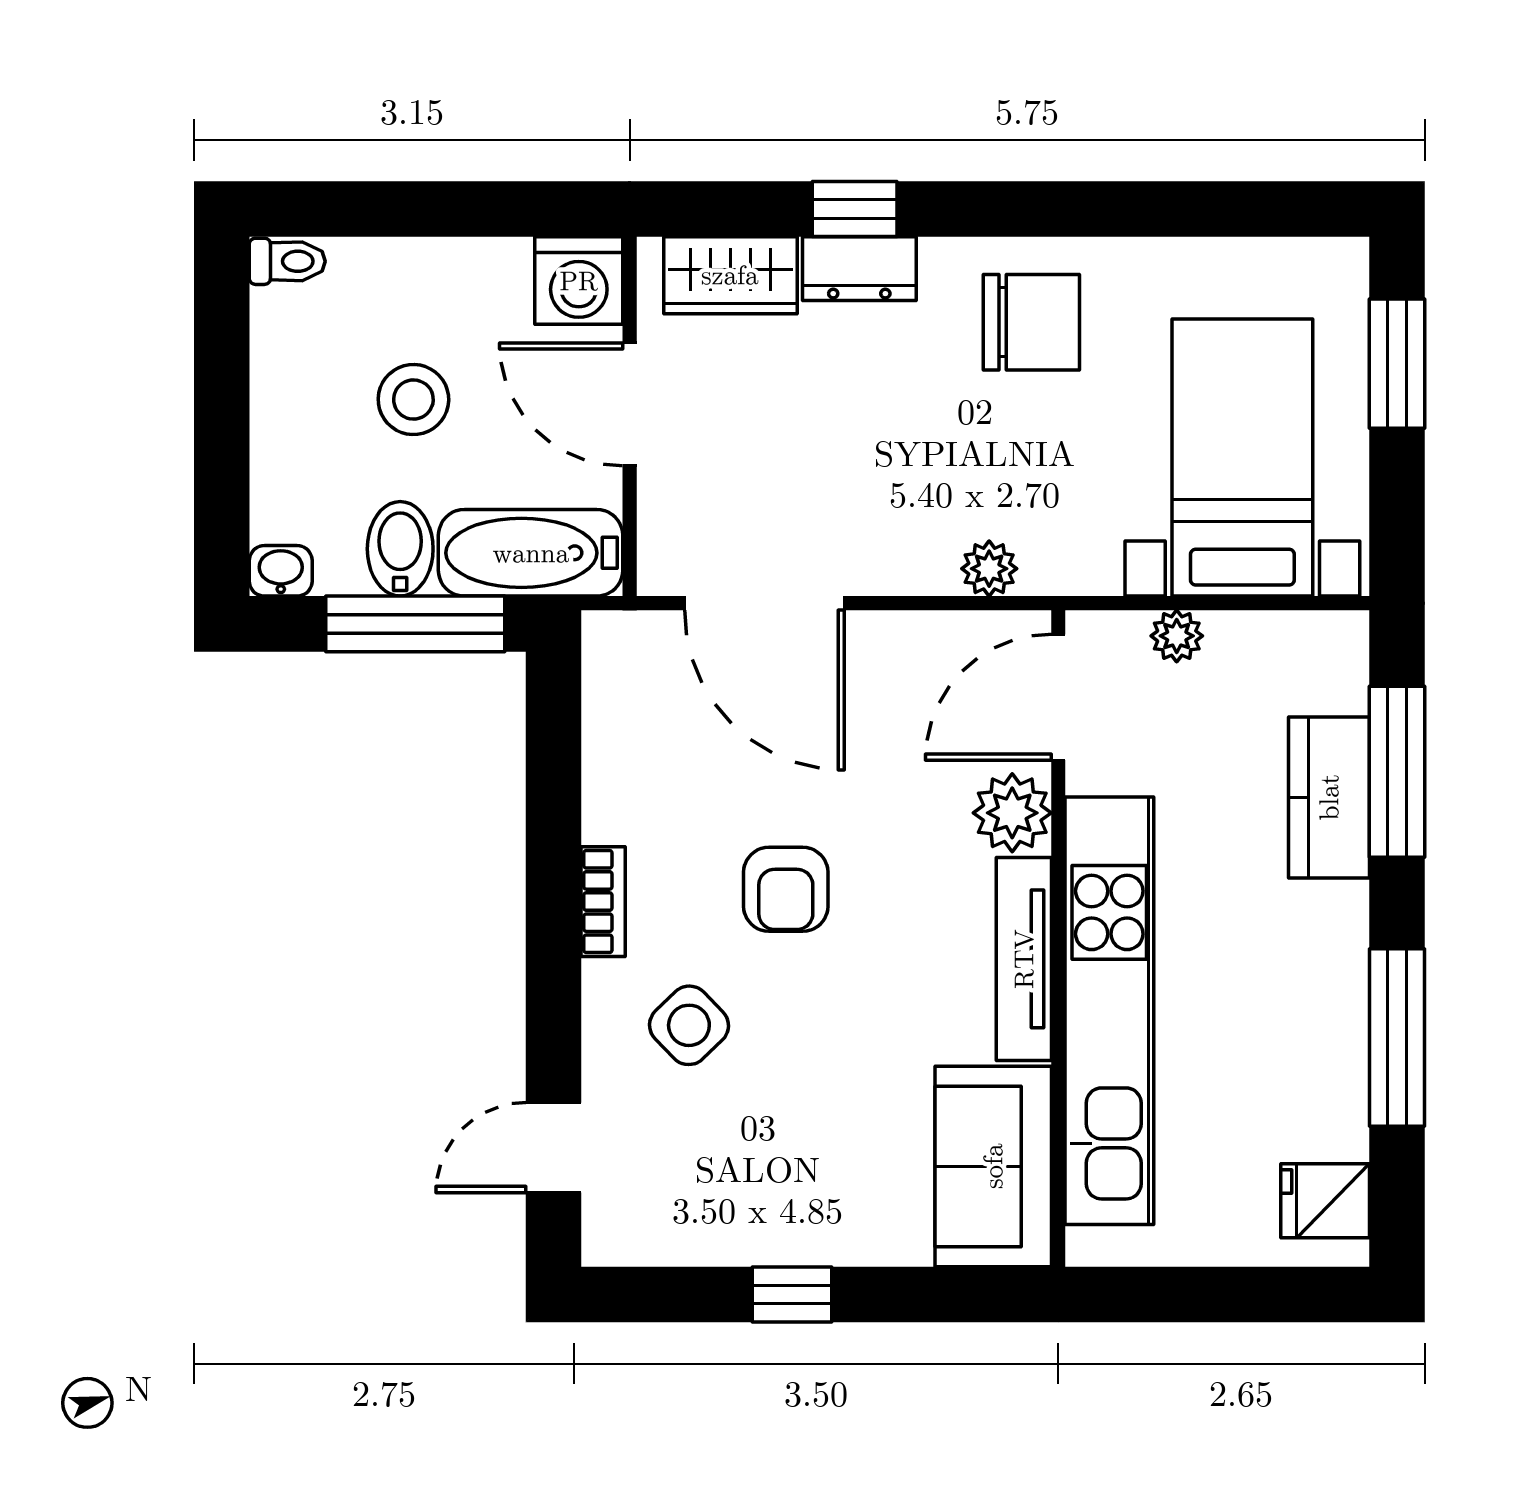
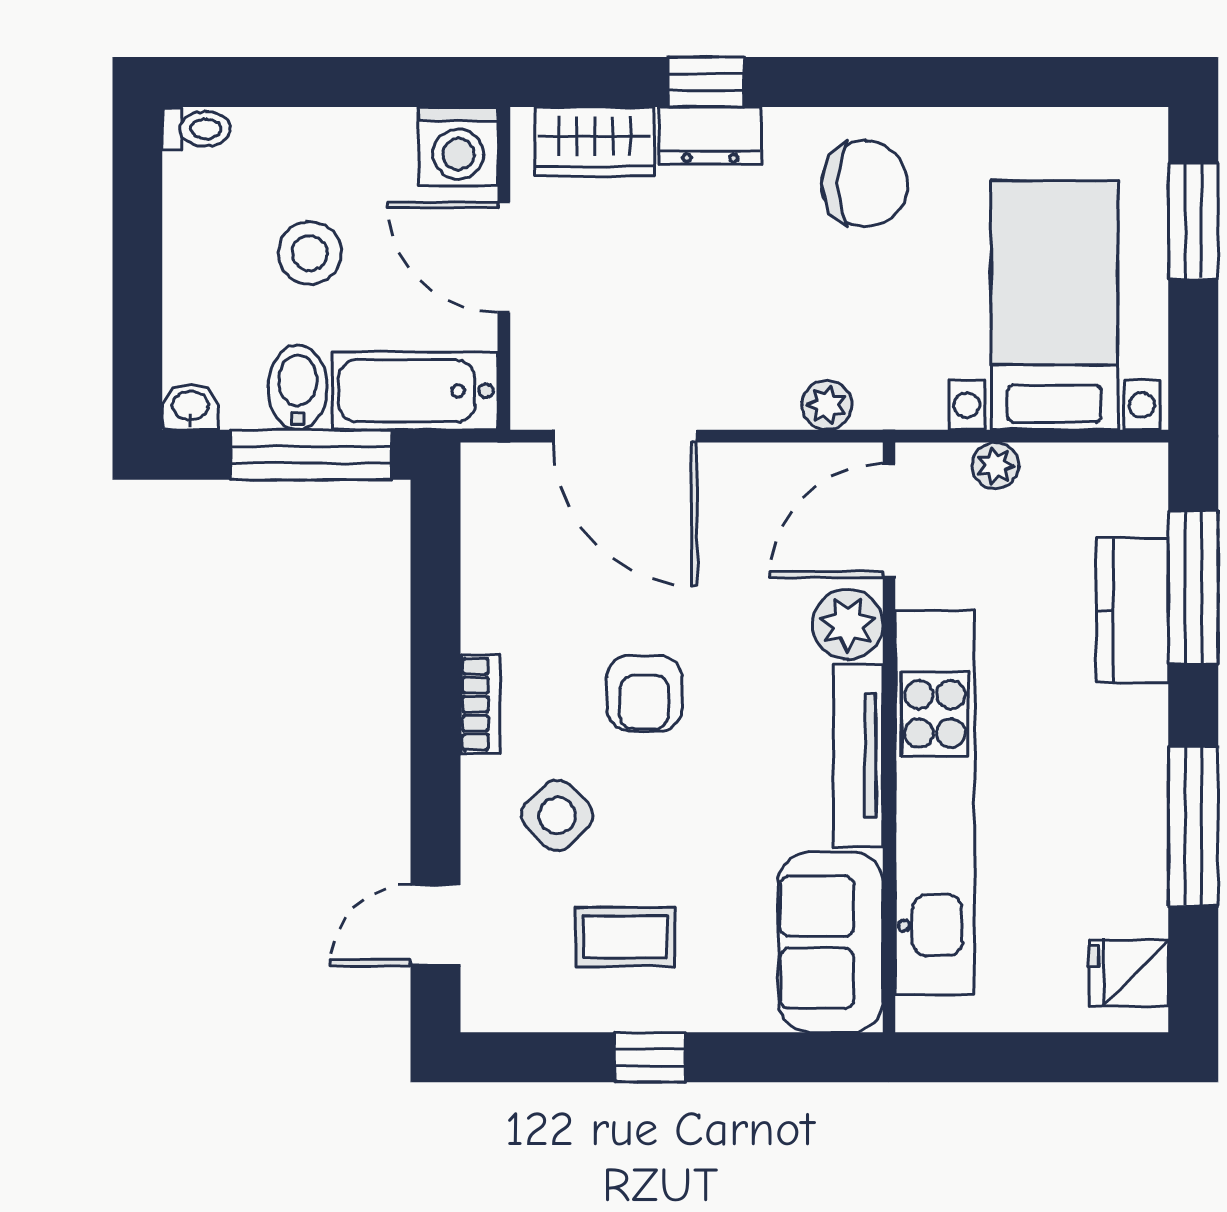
coffee table: (764, 1161) -> (625, 937), added

